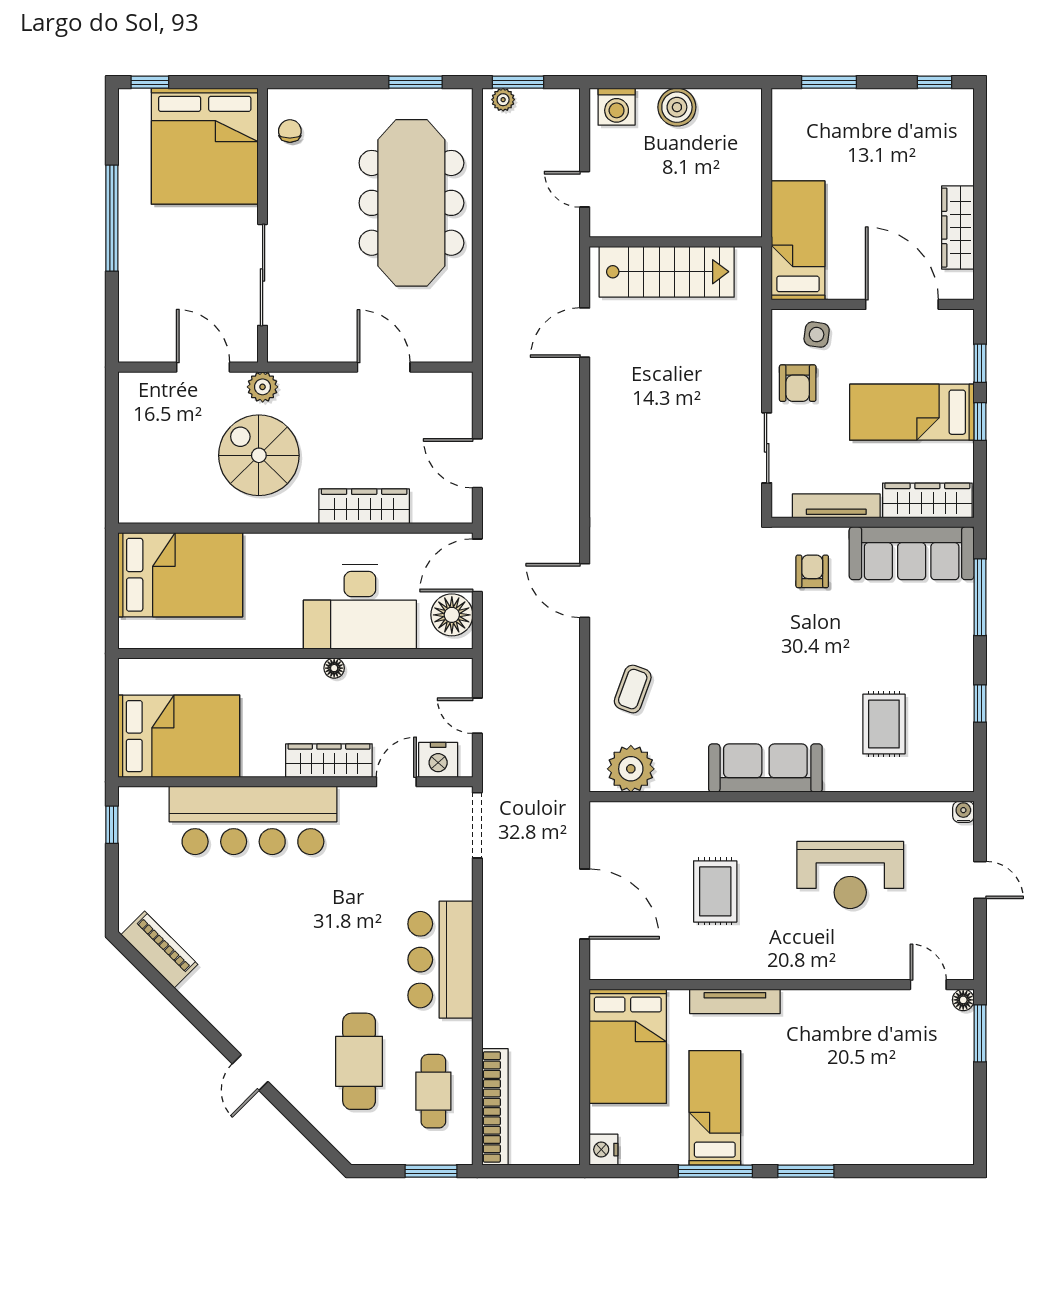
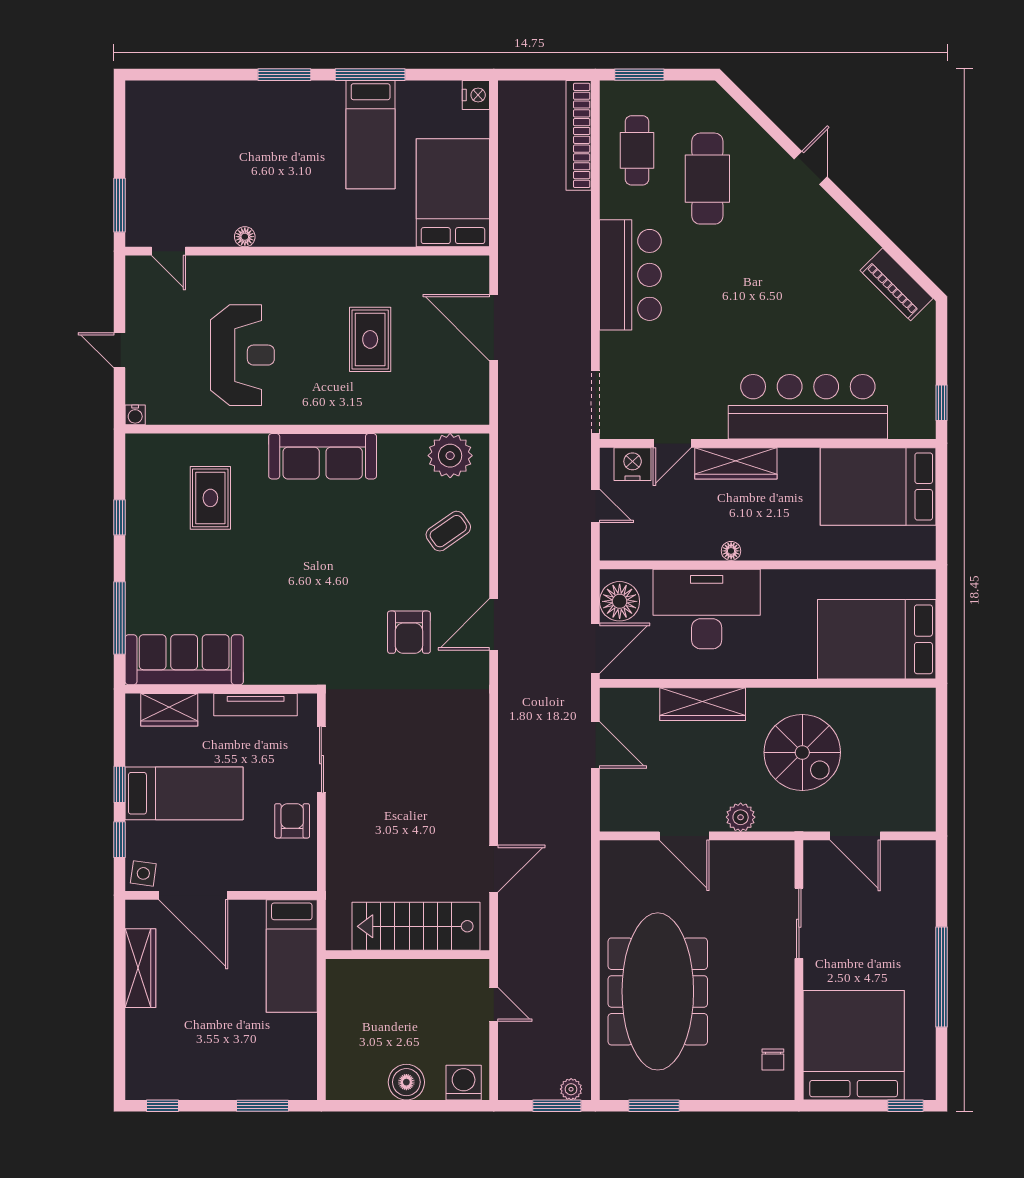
sliding door: (263, 275) -> (799, 923), width x0.73
side table: (817, 335) -> (143, 873), moved
plant: (263, 387) -> (741, 817), moved
wardrobe: (927, 500) -> (169, 710), width x0.67
armchair: (812, 571) -> (409, 632), moved, width x1.38, depth x1.38
door: (585, 591) -> (494, 624), swing flipped
coffee table: (633, 689) -> (448, 531), turned 35
reception desk: (850, 875) -> (242, 355), turned 90
floor lamp: (963, 1000) -> (245, 237), moved
tv unit: (735, 1001) -> (351, 235), removed

